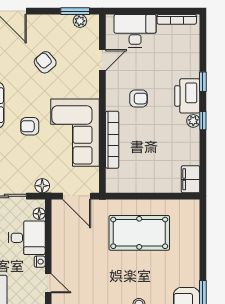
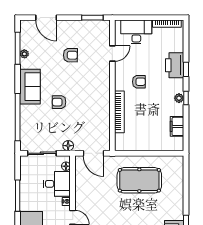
plant: (80, 21) -> (96, 25), removed
armchair: (45, 62) -> (70, 55), turned 131
printer: (187, 96) -> (175, 65), moved
corner sofa: (75, 133) -> (92, 107), removed
filing cabinet: (191, 179) -> (177, 126), moved

